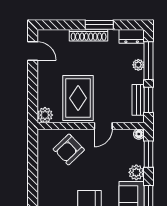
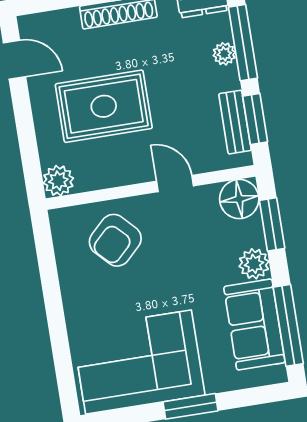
rug: (78, 98) -> (104, 106), moved, turned 90
door: (103, 126) -> (175, 184), swing flipped
floor lamp: (139, 134) -> (239, 199), width x1.89, depth x1.89

